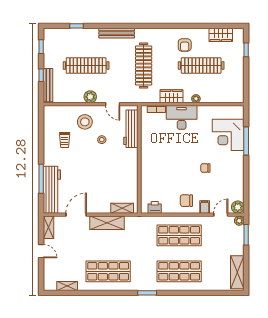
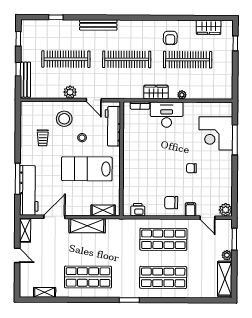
clothes rail: (144, 65) -> (127, 59), turned 90
lab bench: (106, 169) -> (87, 169), added
door: (221, 215) -> (208, 218), swing flipped
plant: (239, 221) -> (227, 255), moved

